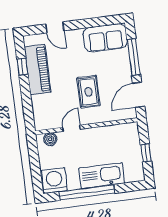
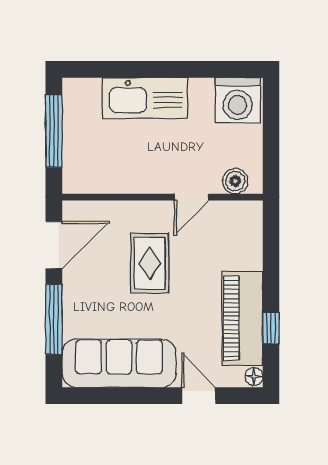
sofa: (105, 38) -> (119, 363), width x1.36
floor lamp: (28, 41) -> (254, 376), added
window: (146, 153) -> (54, 131), width x2.17
window: (87, 192) -> (178, 69), removed

